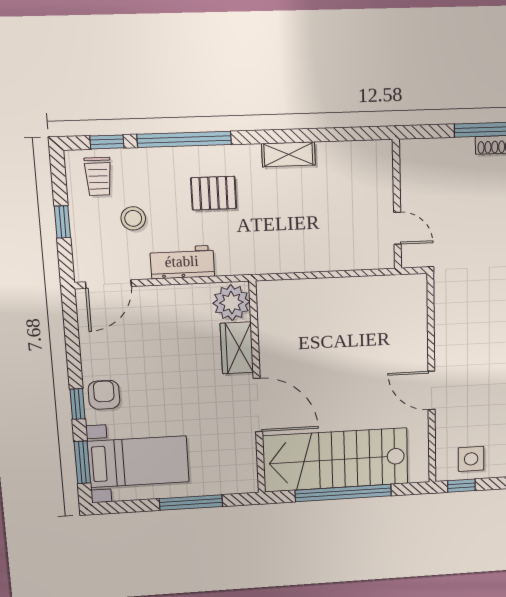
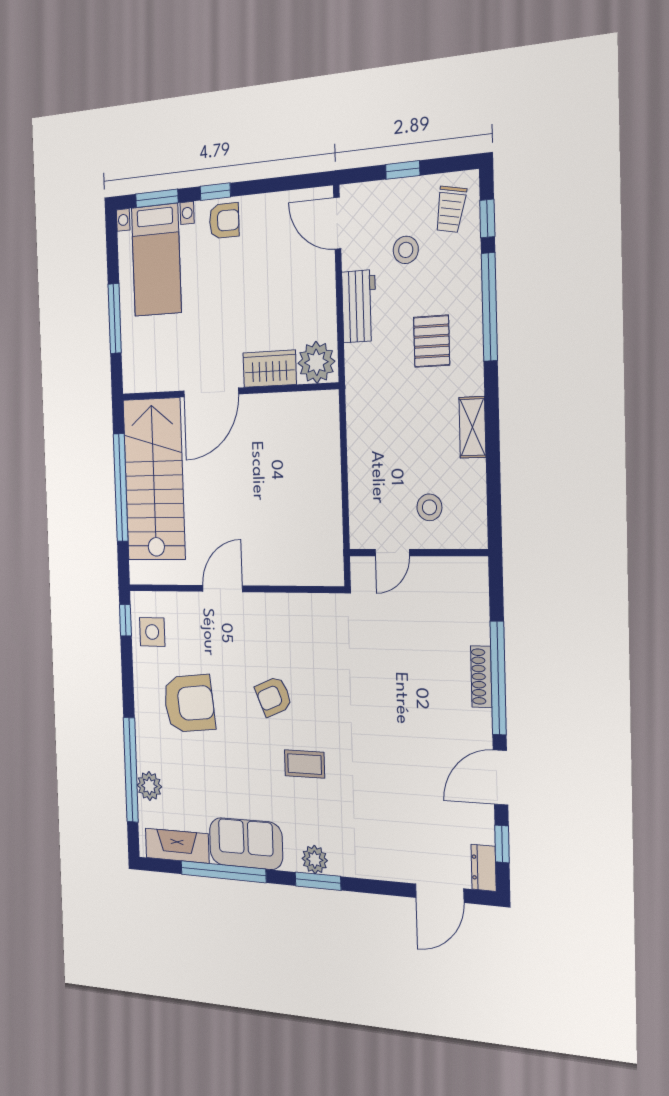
trolley: (98, 176) -> (450, 209), turned -79
stool: (358, 194) -> (429, 507), added

